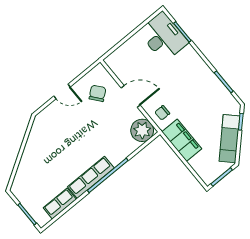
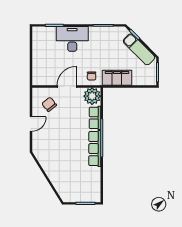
desk: (163, 37) -> (72, 39), moved
row of seats: (60, 204) -> (95, 118), moved

